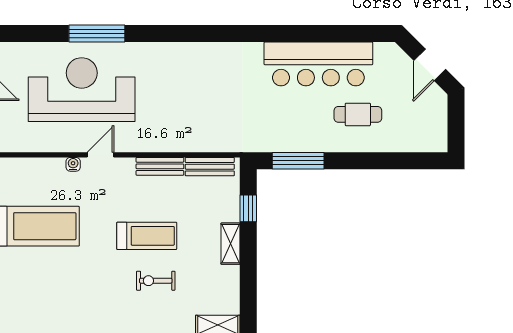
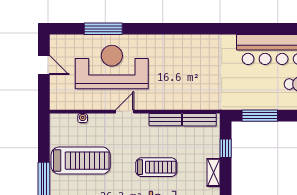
window: (97, 33) -> (103, 29), moved
water cooler: (73, 164) -> (83, 118), moved

